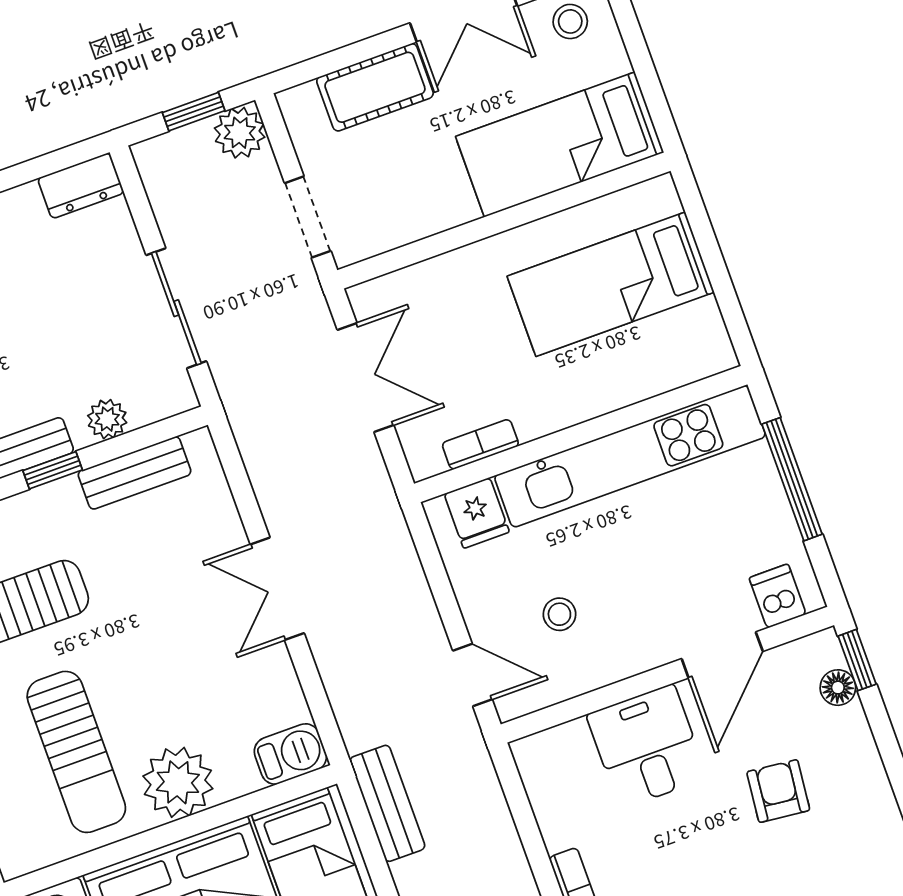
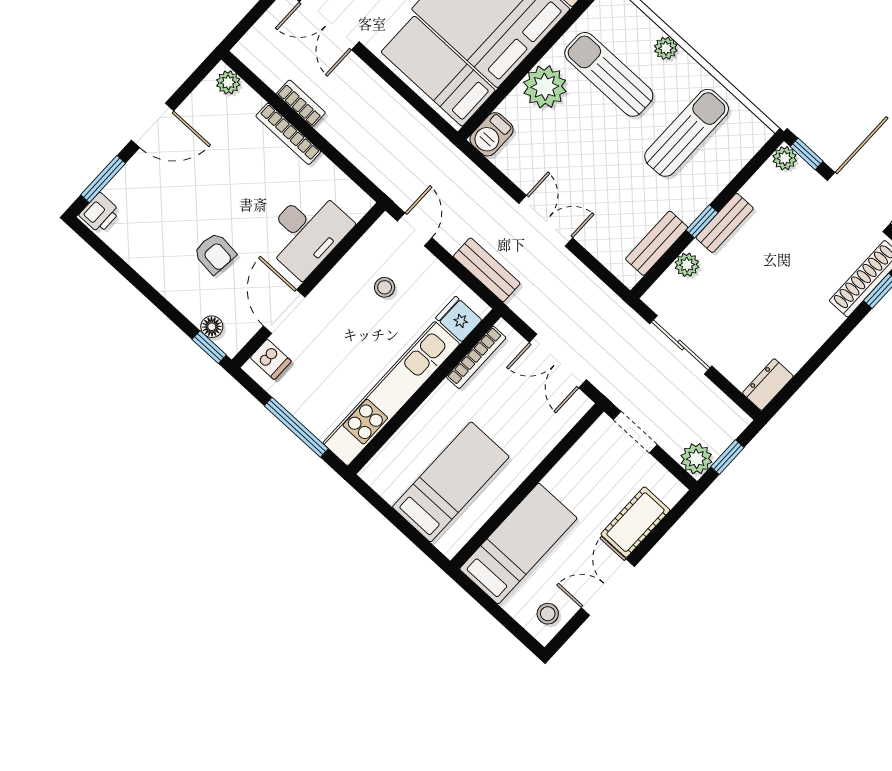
bookcase: (480, 444) -> (476, 357), width x1.56
door: (473, 675) -> (415, 229), swing flipped
desk: (647, 746) -> (307, 232), width x1.37
bench: (387, 803) -> (487, 270), moved

